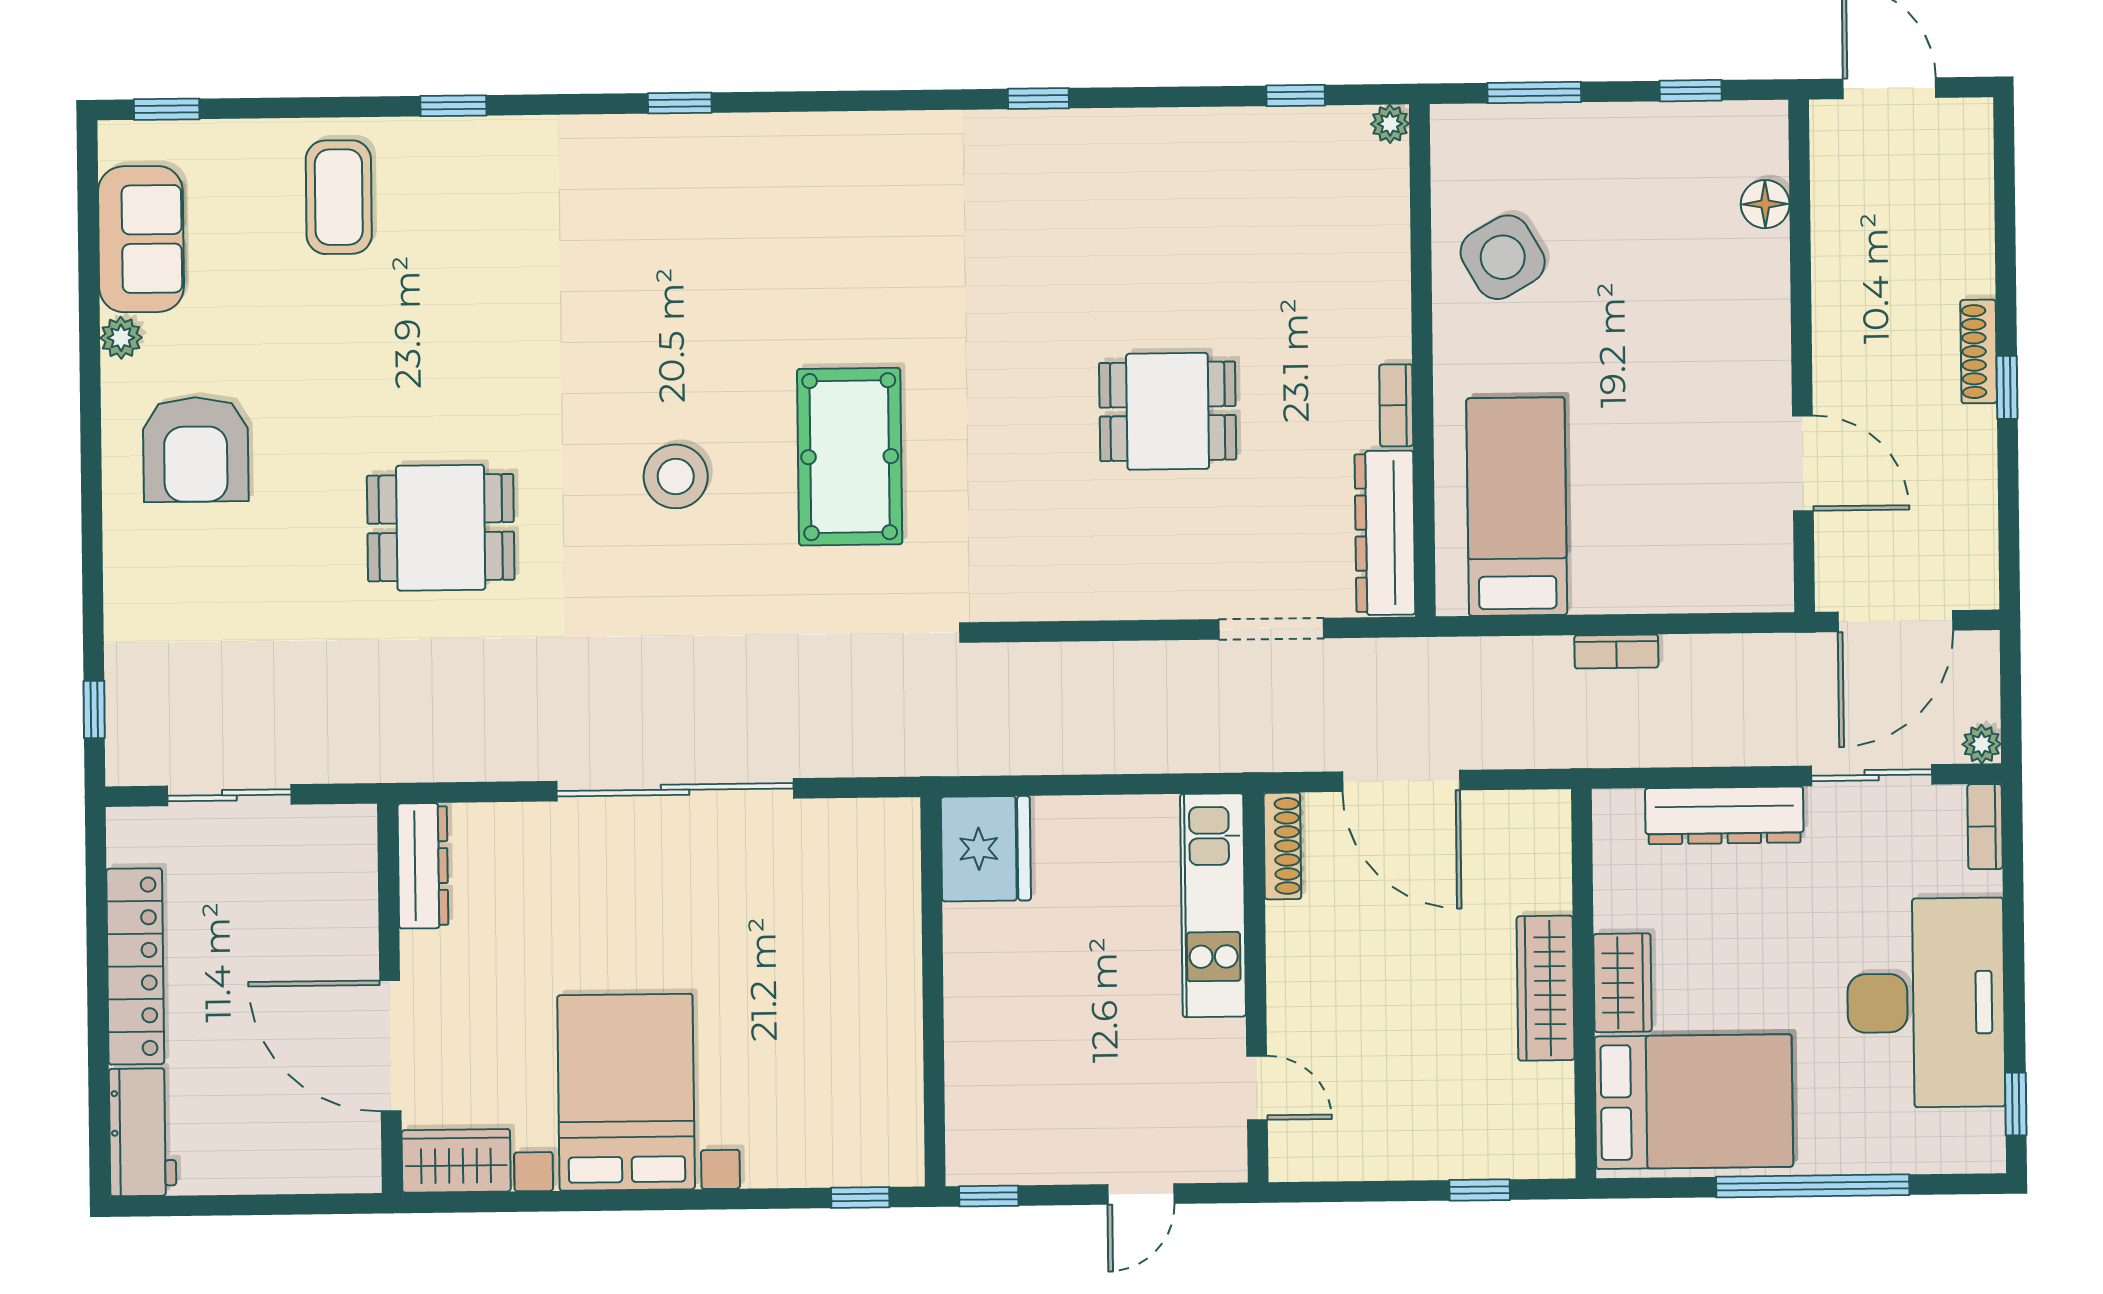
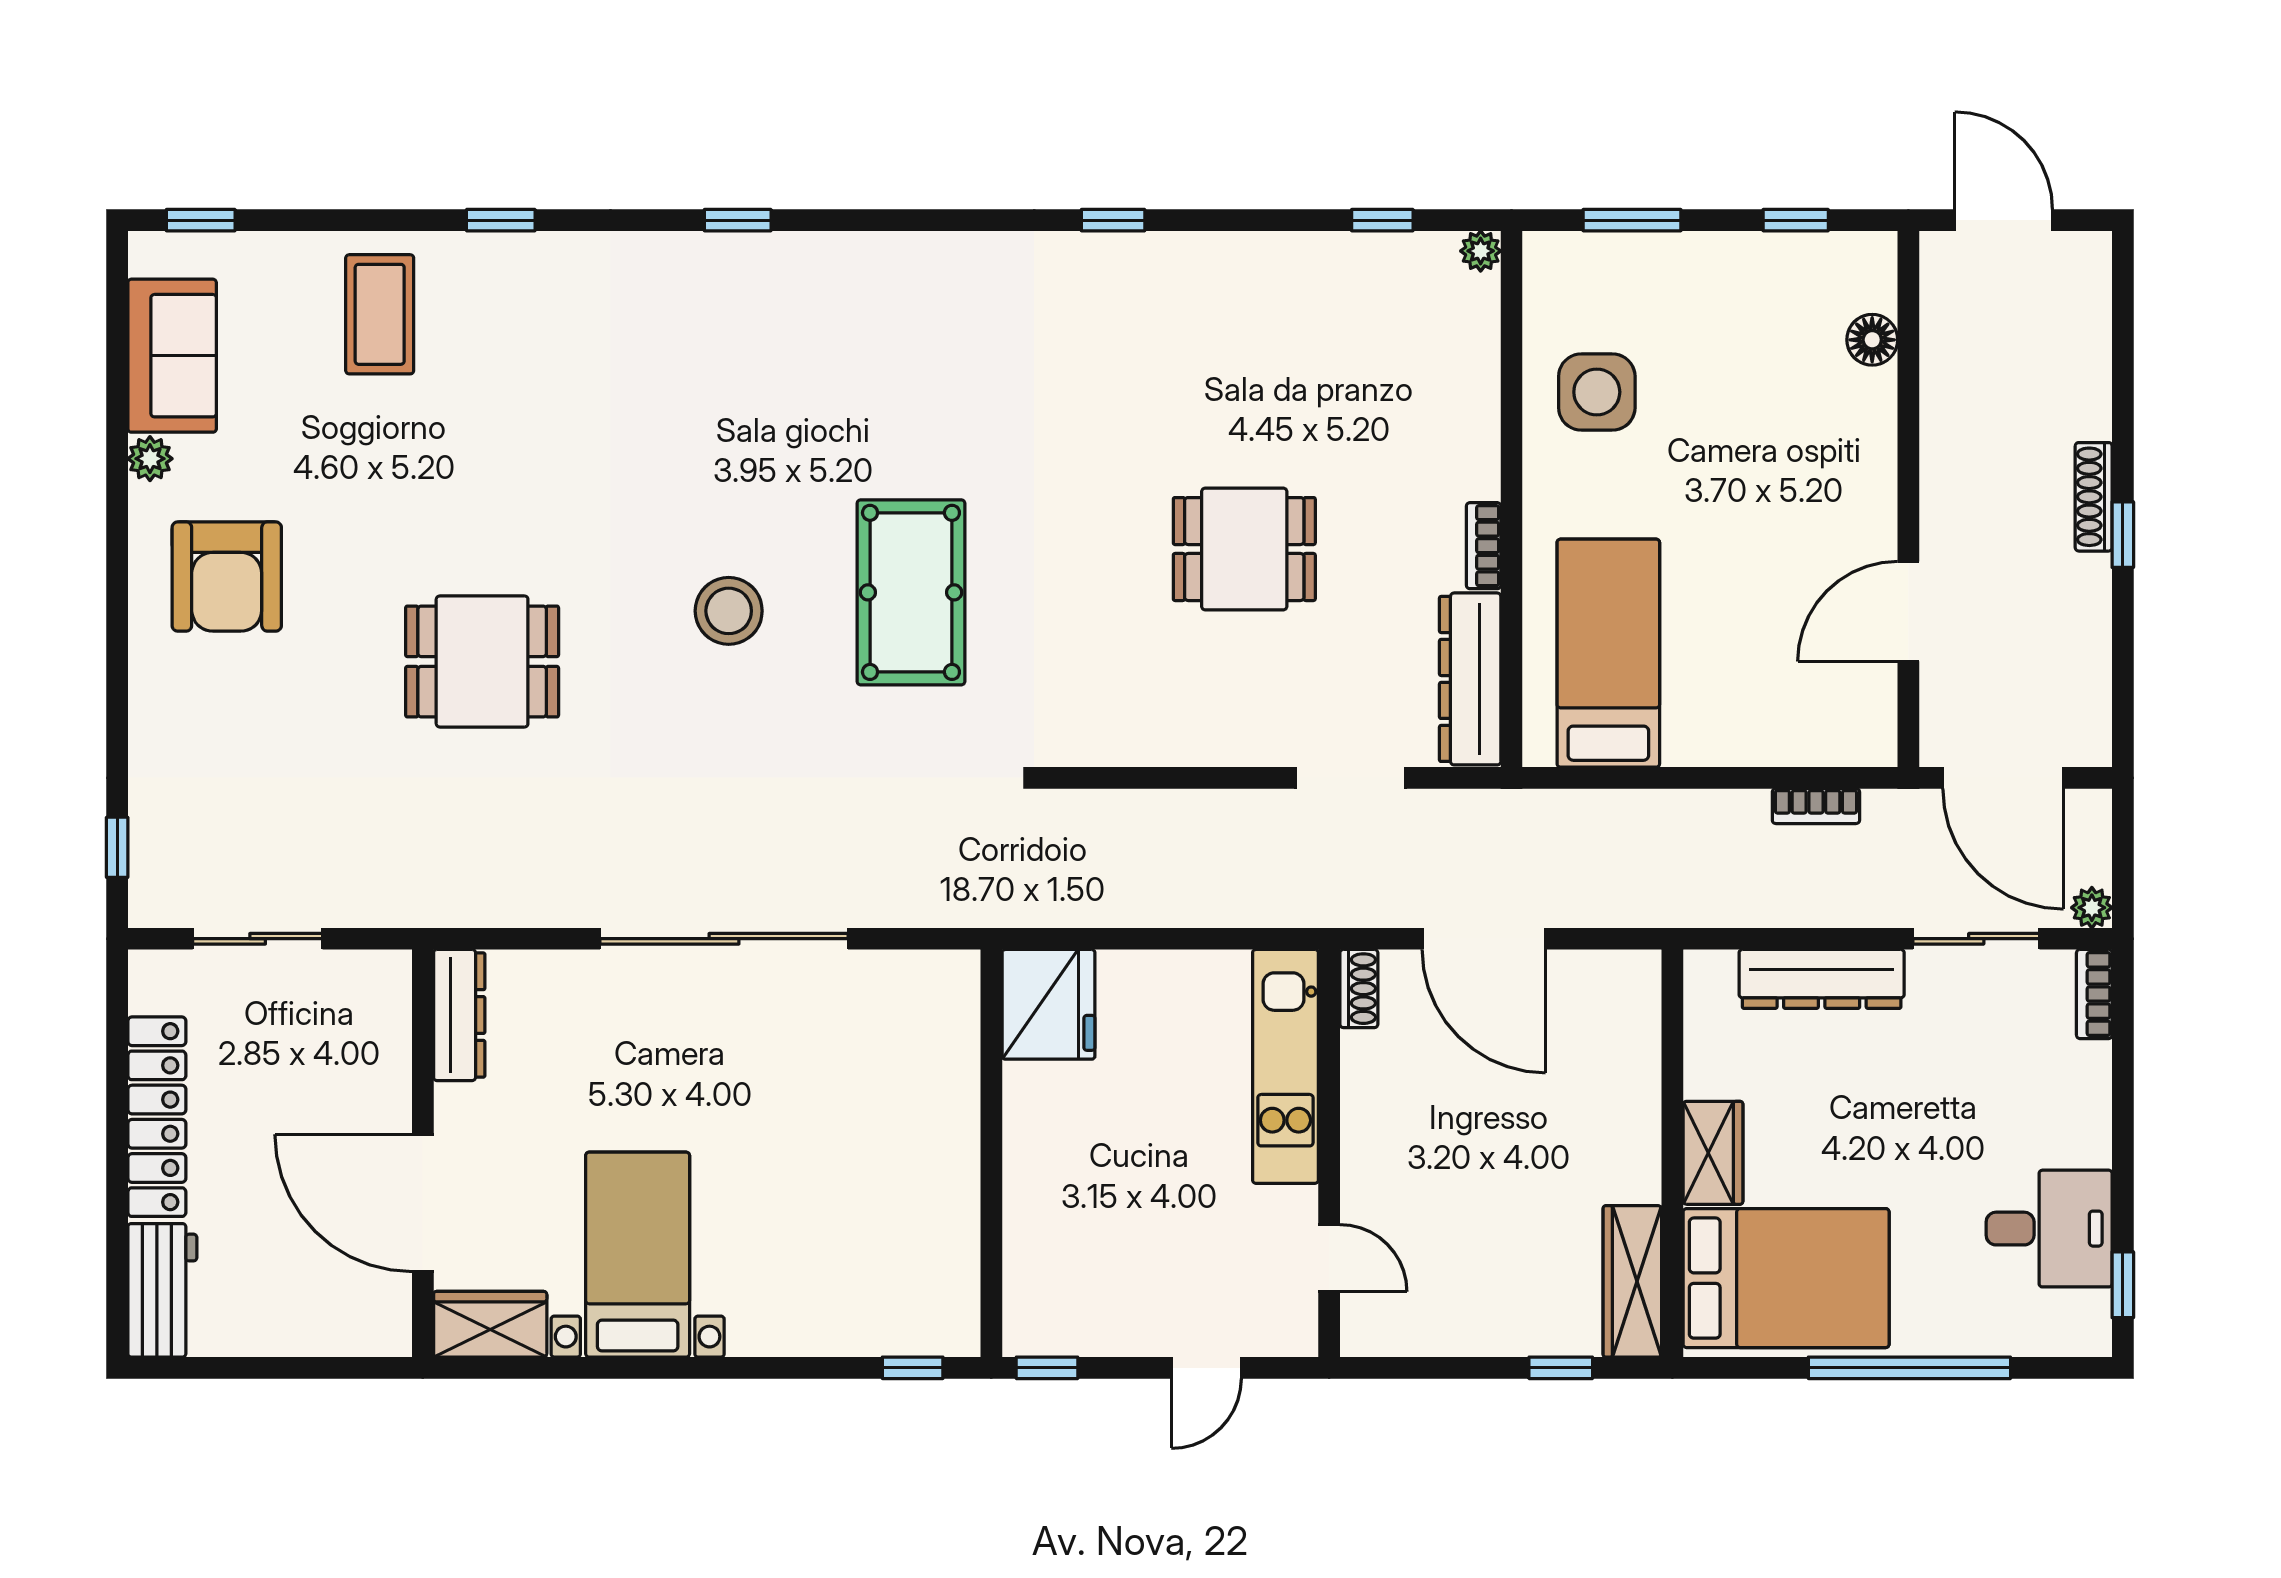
side table: (1503, 257) -> (1597, 392), turned 30
door: (1803, 463) -> (1908, 611), swing flipped
door: (1895, 621) -> (2003, 778), hinge flipped
bookcase: (1616, 651) -> (1816, 806), moved
shoe rack: (1282, 846) -> (1359, 989), width x0.70
wardrobe: (1546, 988) -> (1632, 1281), moved
desk: (1926, 1003) -> (2049, 1229), width x0.53, depth x0.77
bed with nightstands: (626, 1092) -> (638, 1255), width x0.73

